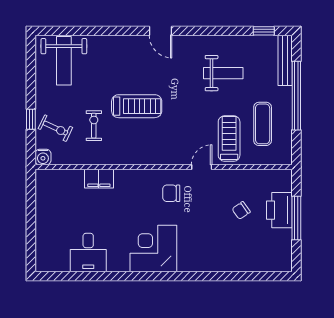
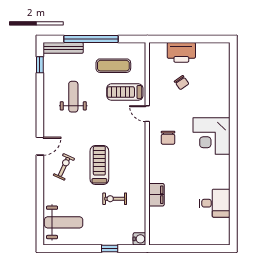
exercise bike: (55, 128) -> (64, 167), moved
window: (296, 218) -> (187, 39), removed
corner desk: (153, 248) -> (212, 136), moved

